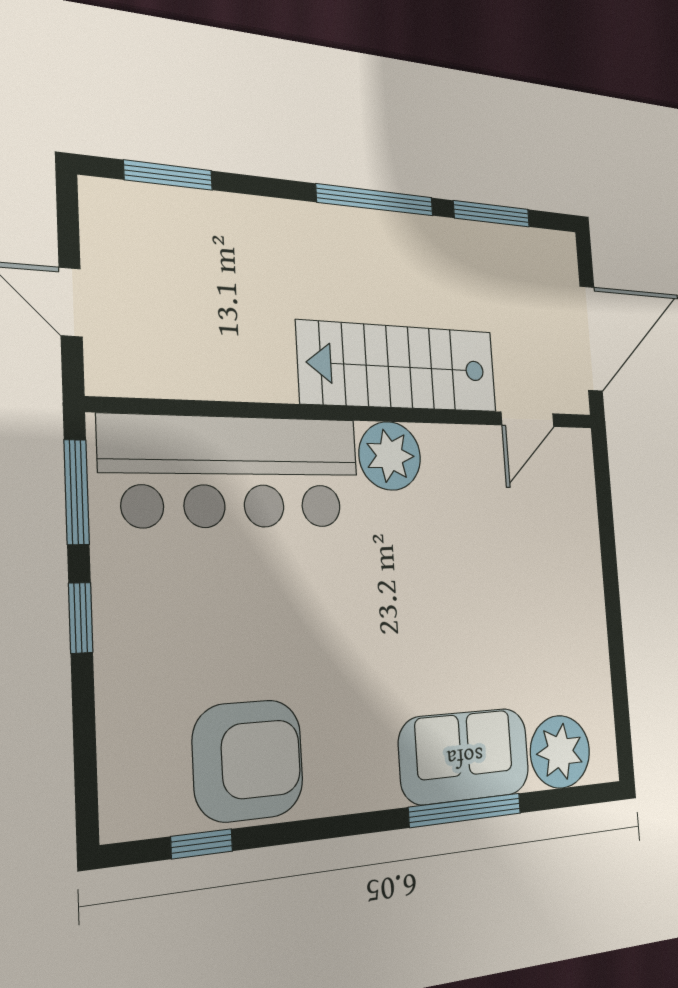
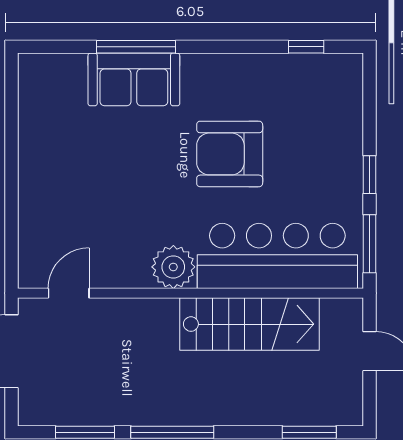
stairs: (399, 367) -> (249, 324), moved
plant: (560, 752) -> (63, 76), removed
armchair: (248, 760) -> (230, 154), moved

